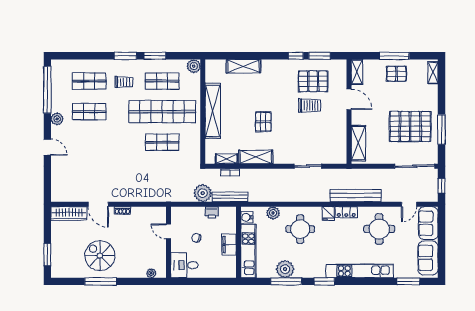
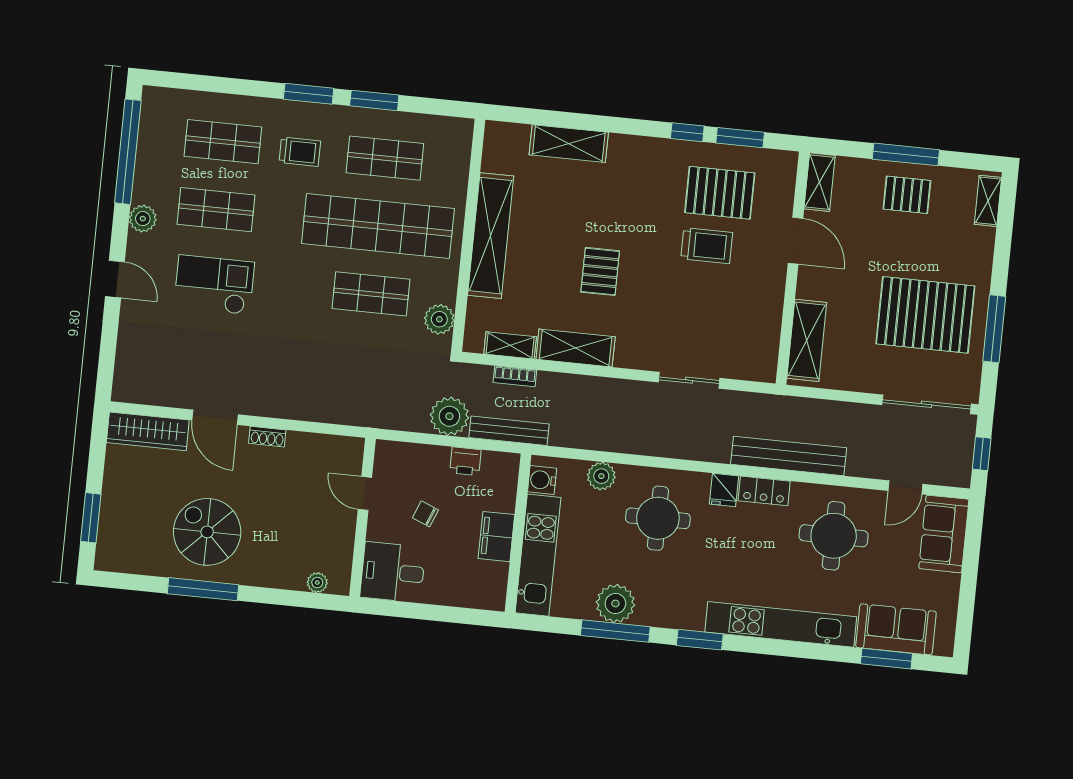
plant: (194, 66) -> (439, 319), moved
checkout: (92, 145) -> (214, 285), added
sofa: (428, 258) -> (896, 629), moved, turned 90

